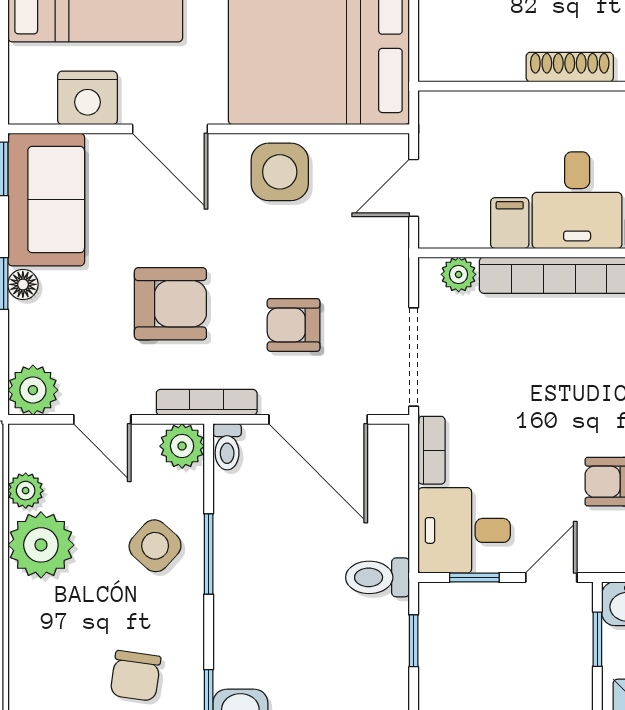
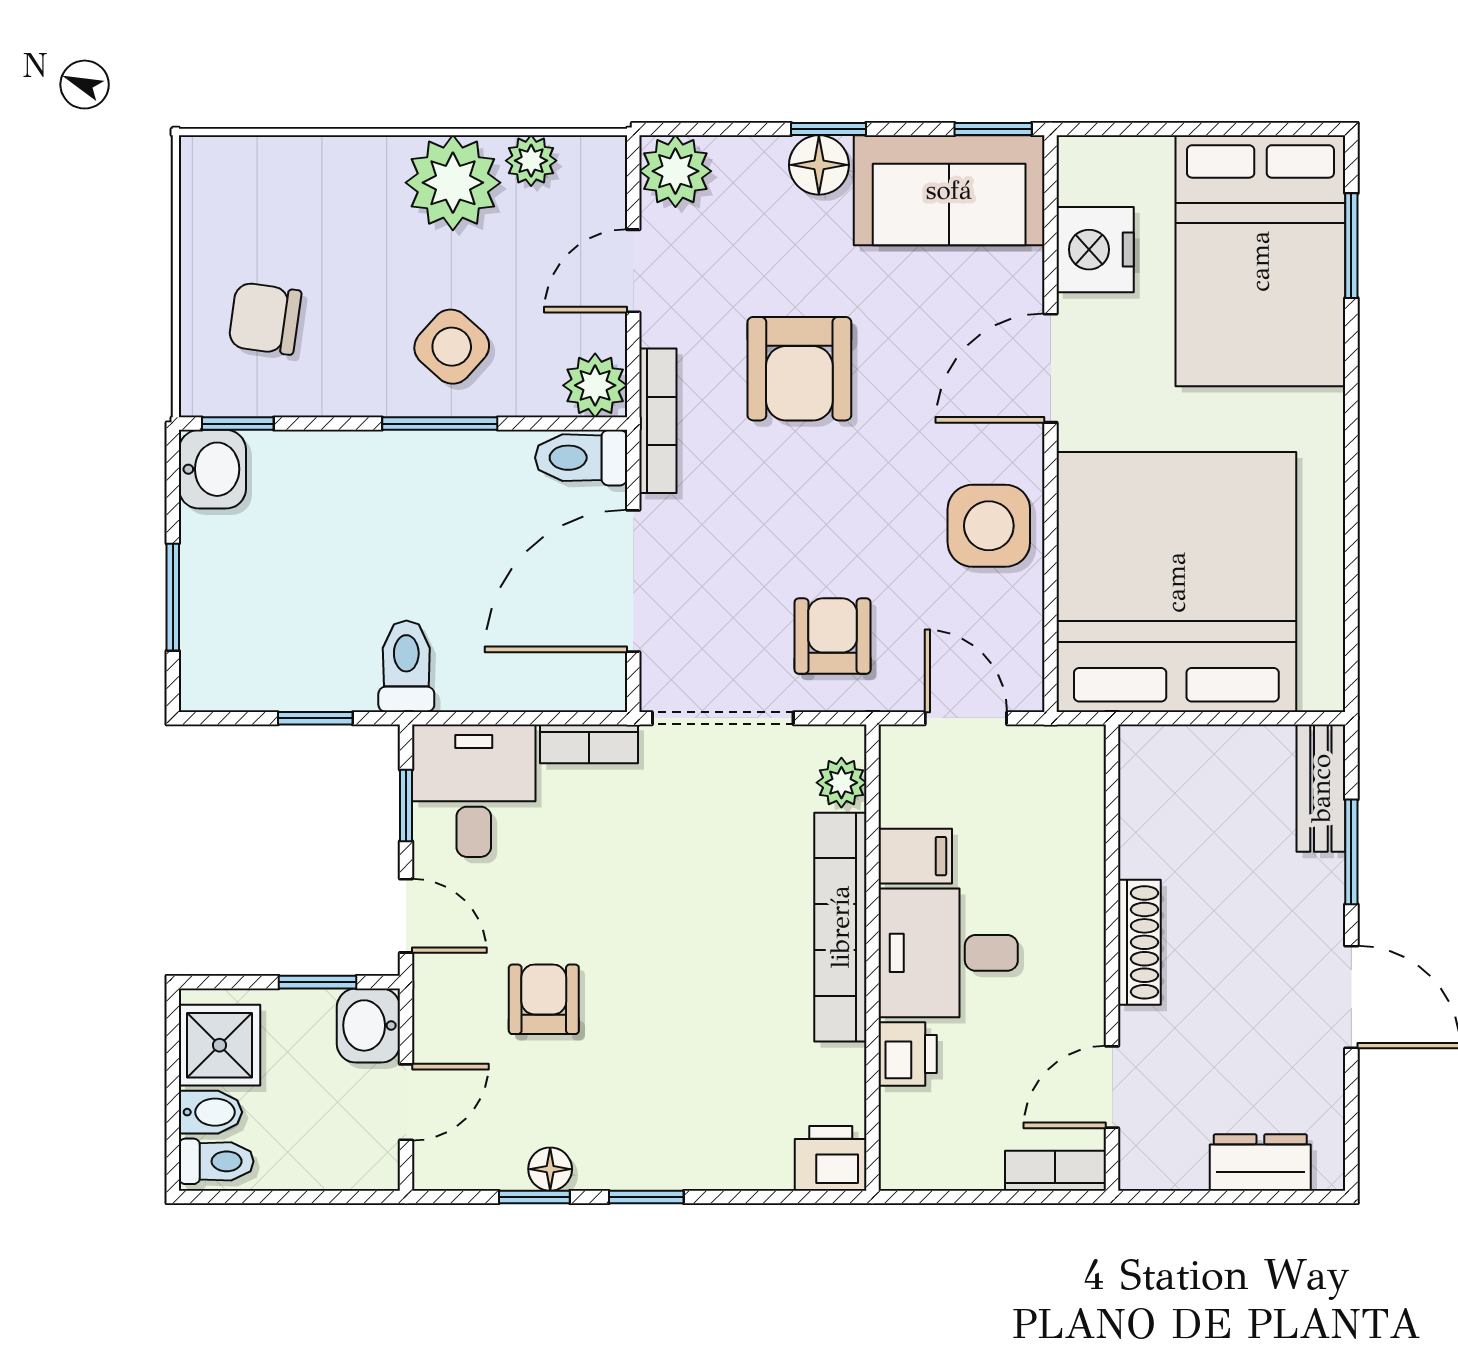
floor lamp: (23, 284) -> (819, 165), width x1.37, depth x1.37
armchair: (294, 325) -> (833, 636), moved
toilet: (227, 447) -> (581, 458), width x1.37, depth x1.39

